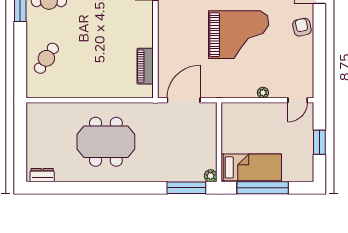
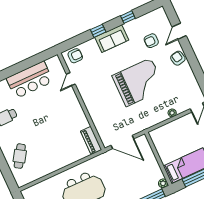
piano: (145, 66) -> (91, 140), moved
door: (184, 100) -> (122, 142), swing flipped

